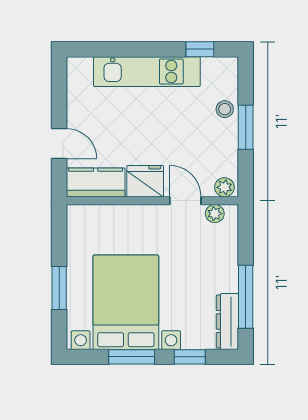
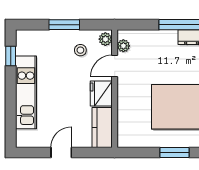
stool: (225, 109) -> (80, 50), moved
door: (59, 144) -> (61, 153), moved

